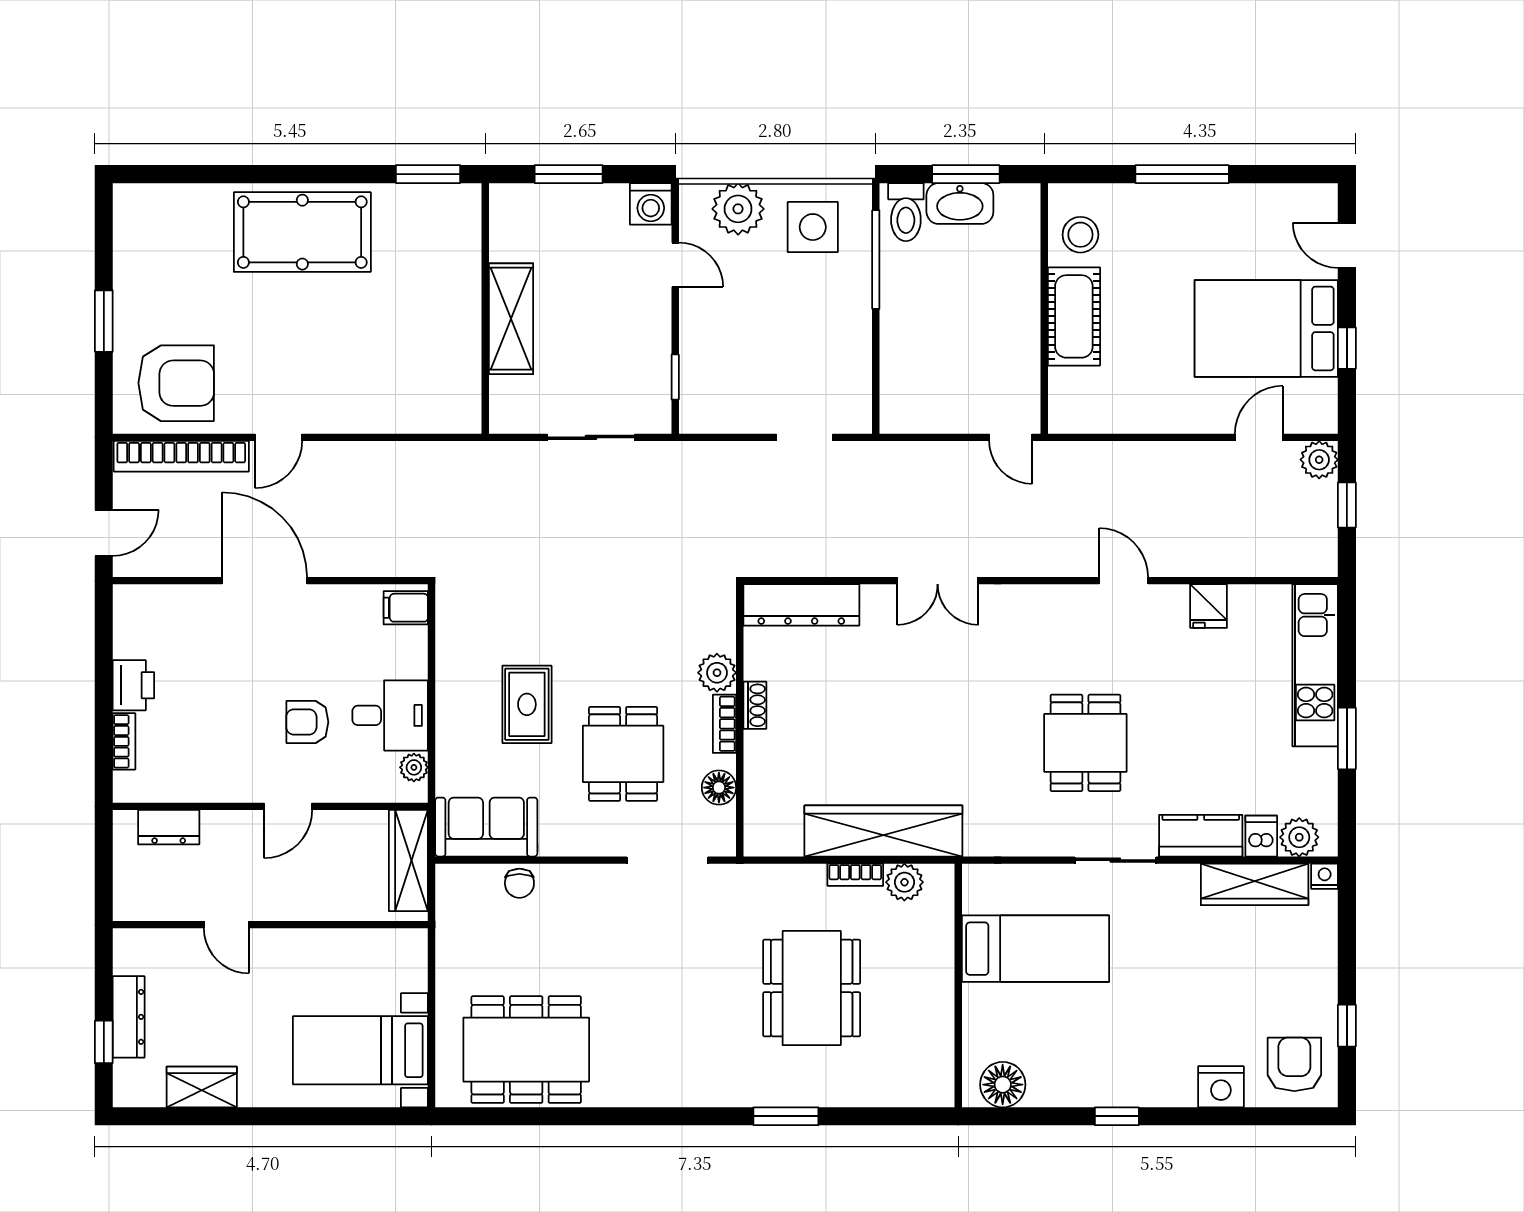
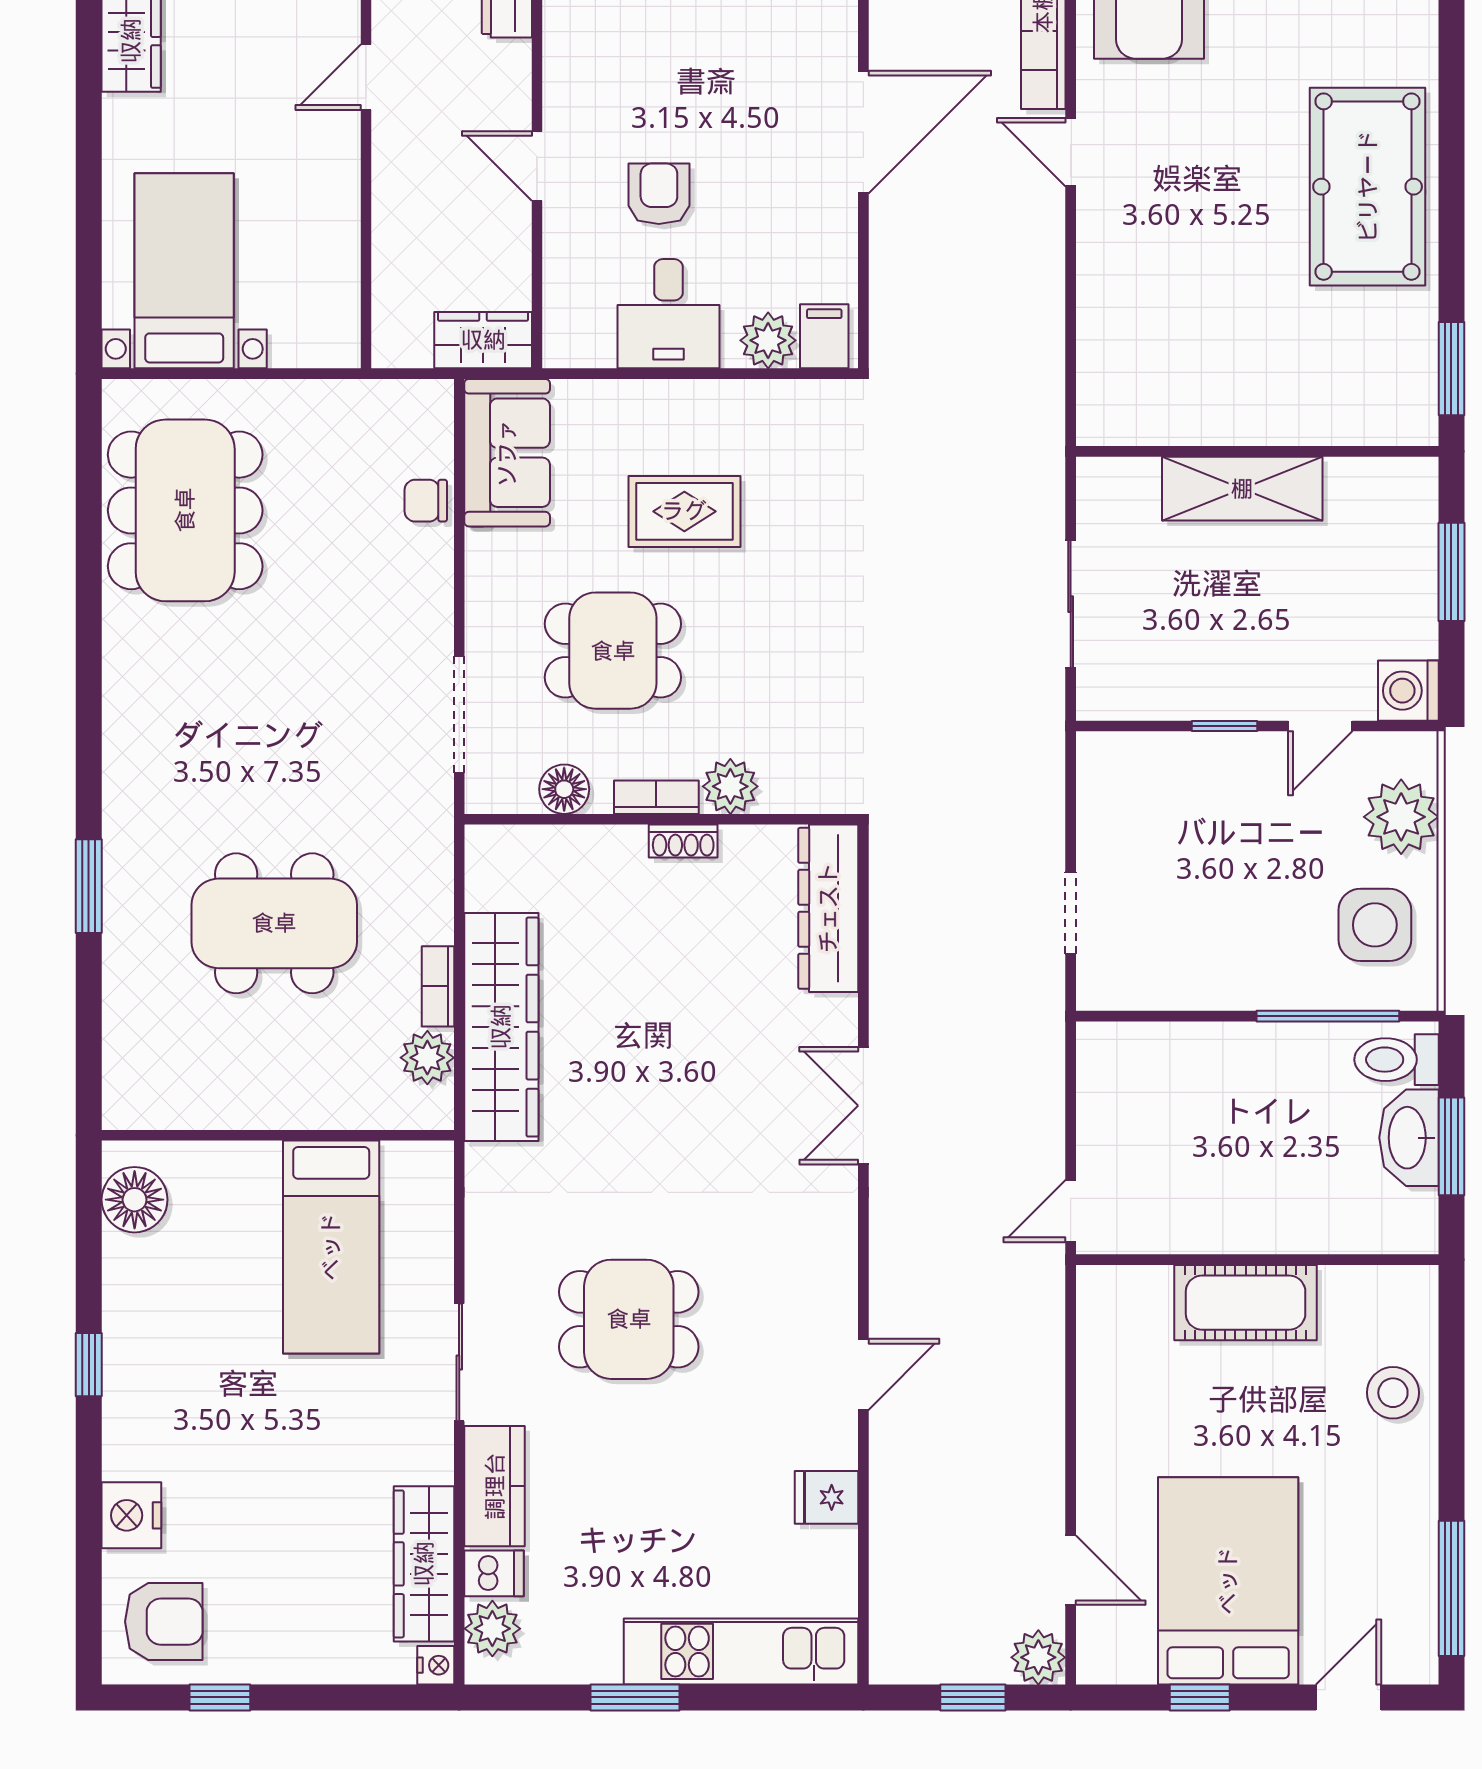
window: (1182, 174) -> (1451, 1588), moved
stool: (1080, 235) -> (1393, 1393), moved
window: (675, 377) -> (1224, 726), moved
plant: (414, 767) -> (768, 340), moved, width x1.38, depth x1.38
wardrobe: (408, 860) -> (483, 340), width x0.67

